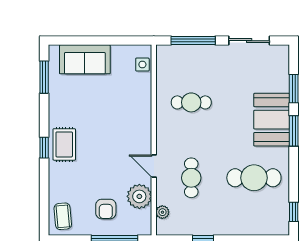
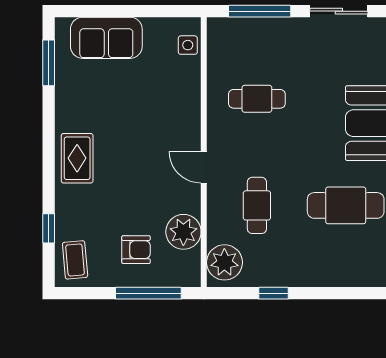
window: (44, 148) -> (49, 228), moved
door: (154, 166) -> (204, 167), moved
armchair: (106, 209) -> (136, 250), turned -90
plant: (162, 212) -> (224, 262), width x1.88, depth x1.88

